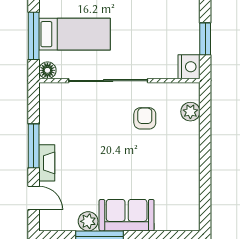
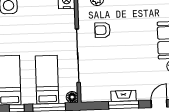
fireplace: (47, 163) -> (124, 96), moved

